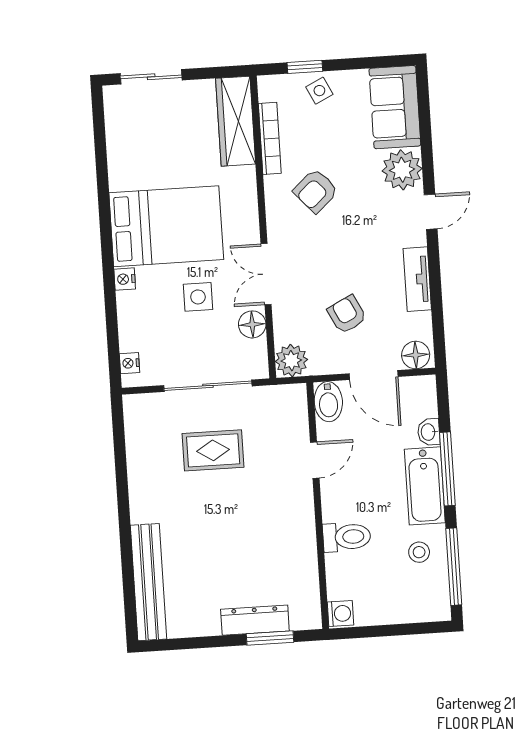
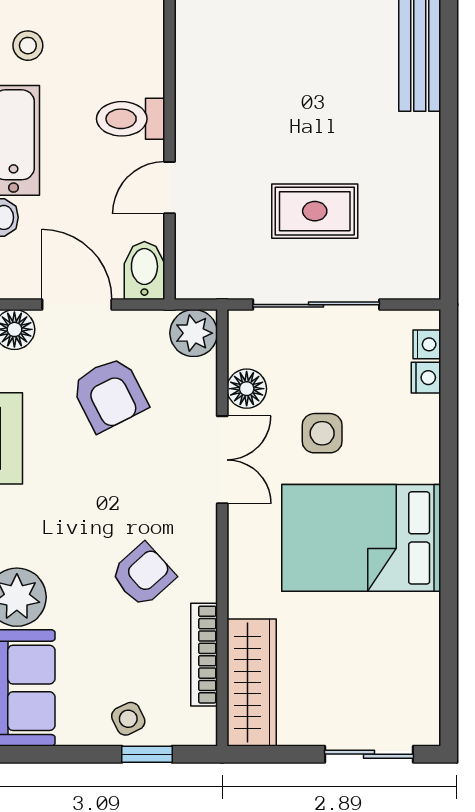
nightstand: (125, 279) -> (426, 378), moved
armchair: (347, 314) -> (109, 394), width x1.38, depth x1.38
toilet: (347, 537) -> (131, 119), moved

